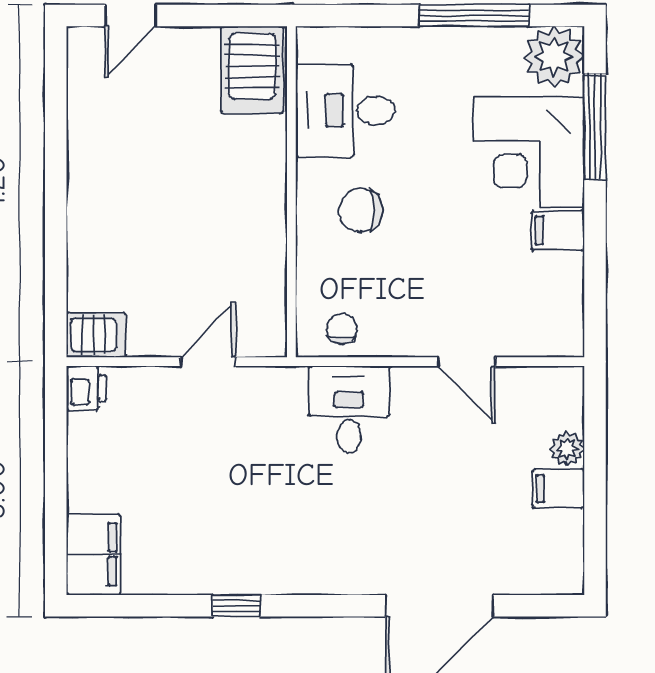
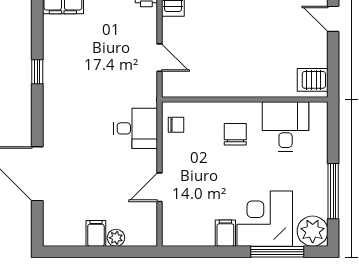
server rack: (252, 70) -> (313, 80), width x0.73, depth x0.70

